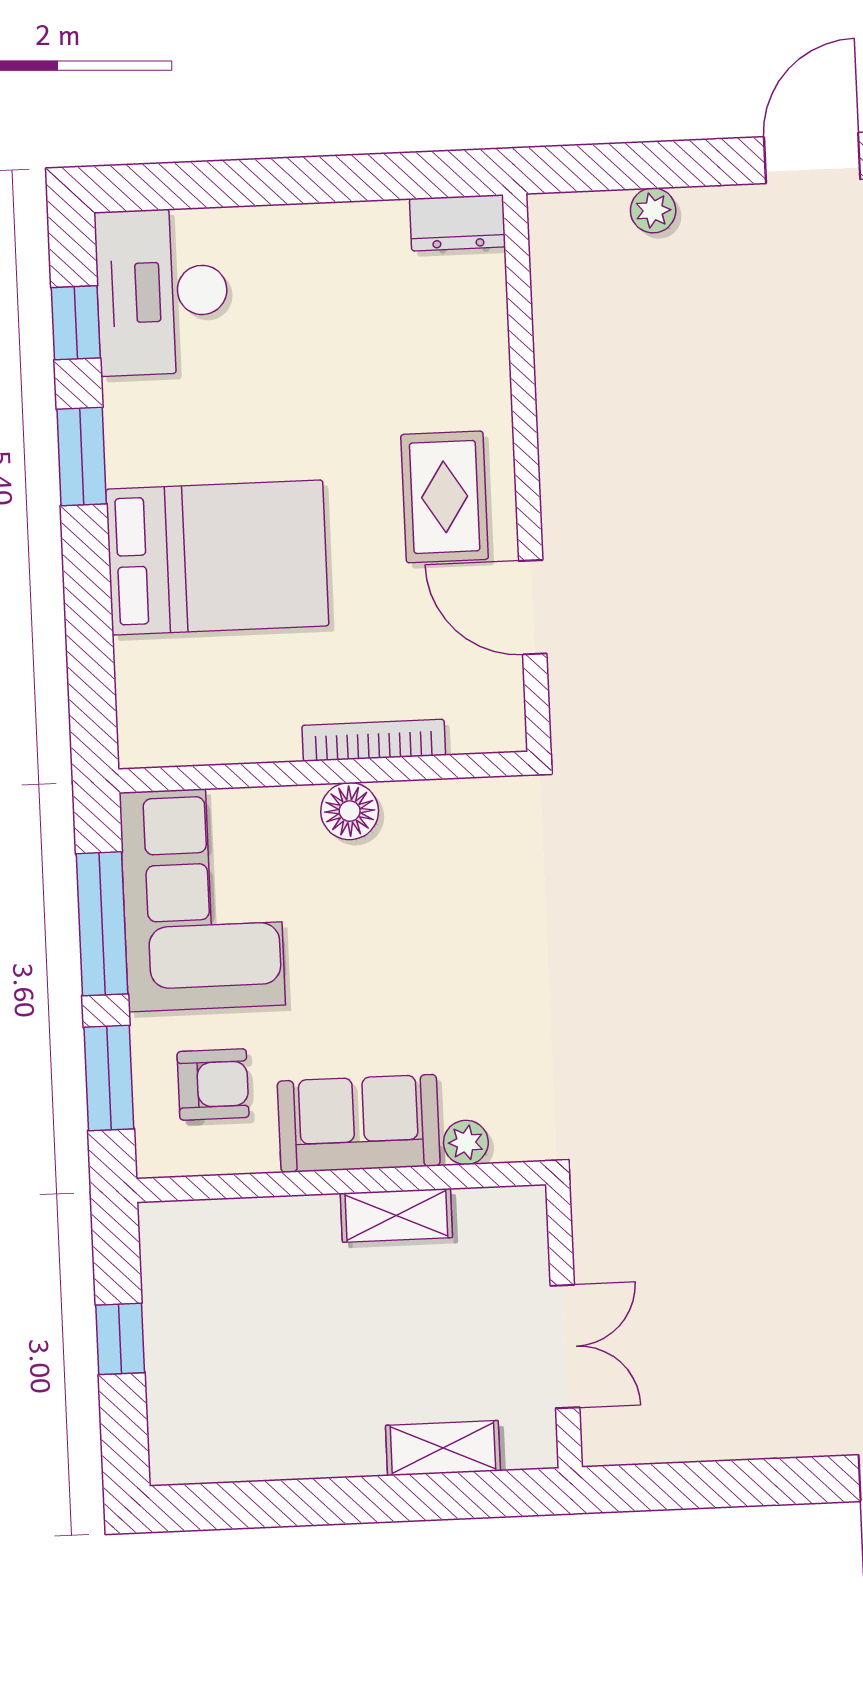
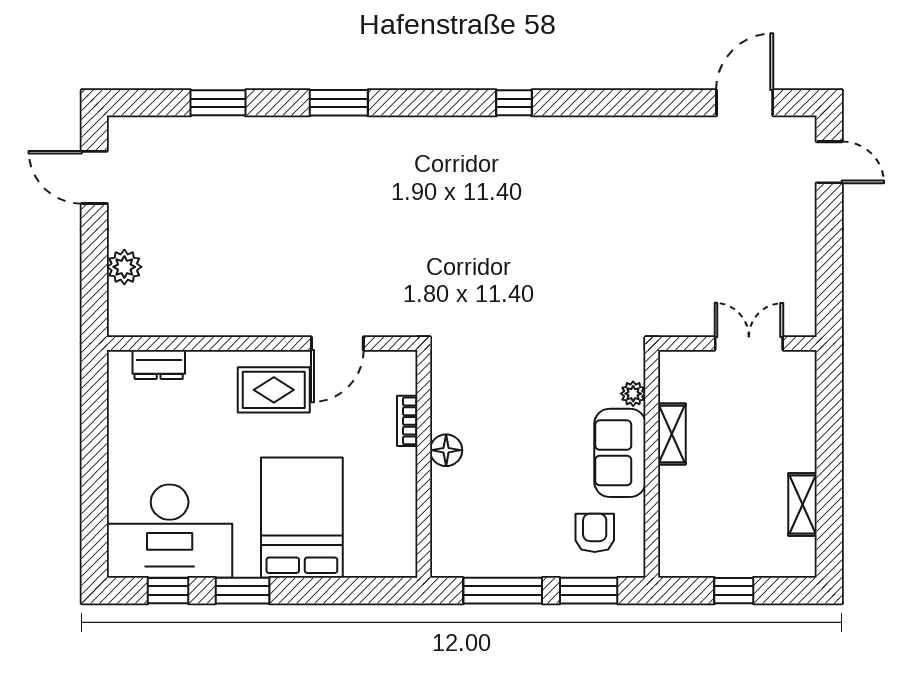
plant: (653, 210) -> (124, 267), width x1.38, depth x1.38
dresser: (458, 223) -> (159, 365), moved, turned 90
desk: (162, 292) -> (170, 531), width x1.36, depth x1.30
bookcase: (374, 740) -> (407, 421), width x0.64
corner sofa: (202, 899) -> (491, 534), removed
shelving: (443, 1448) -> (802, 505), moved

